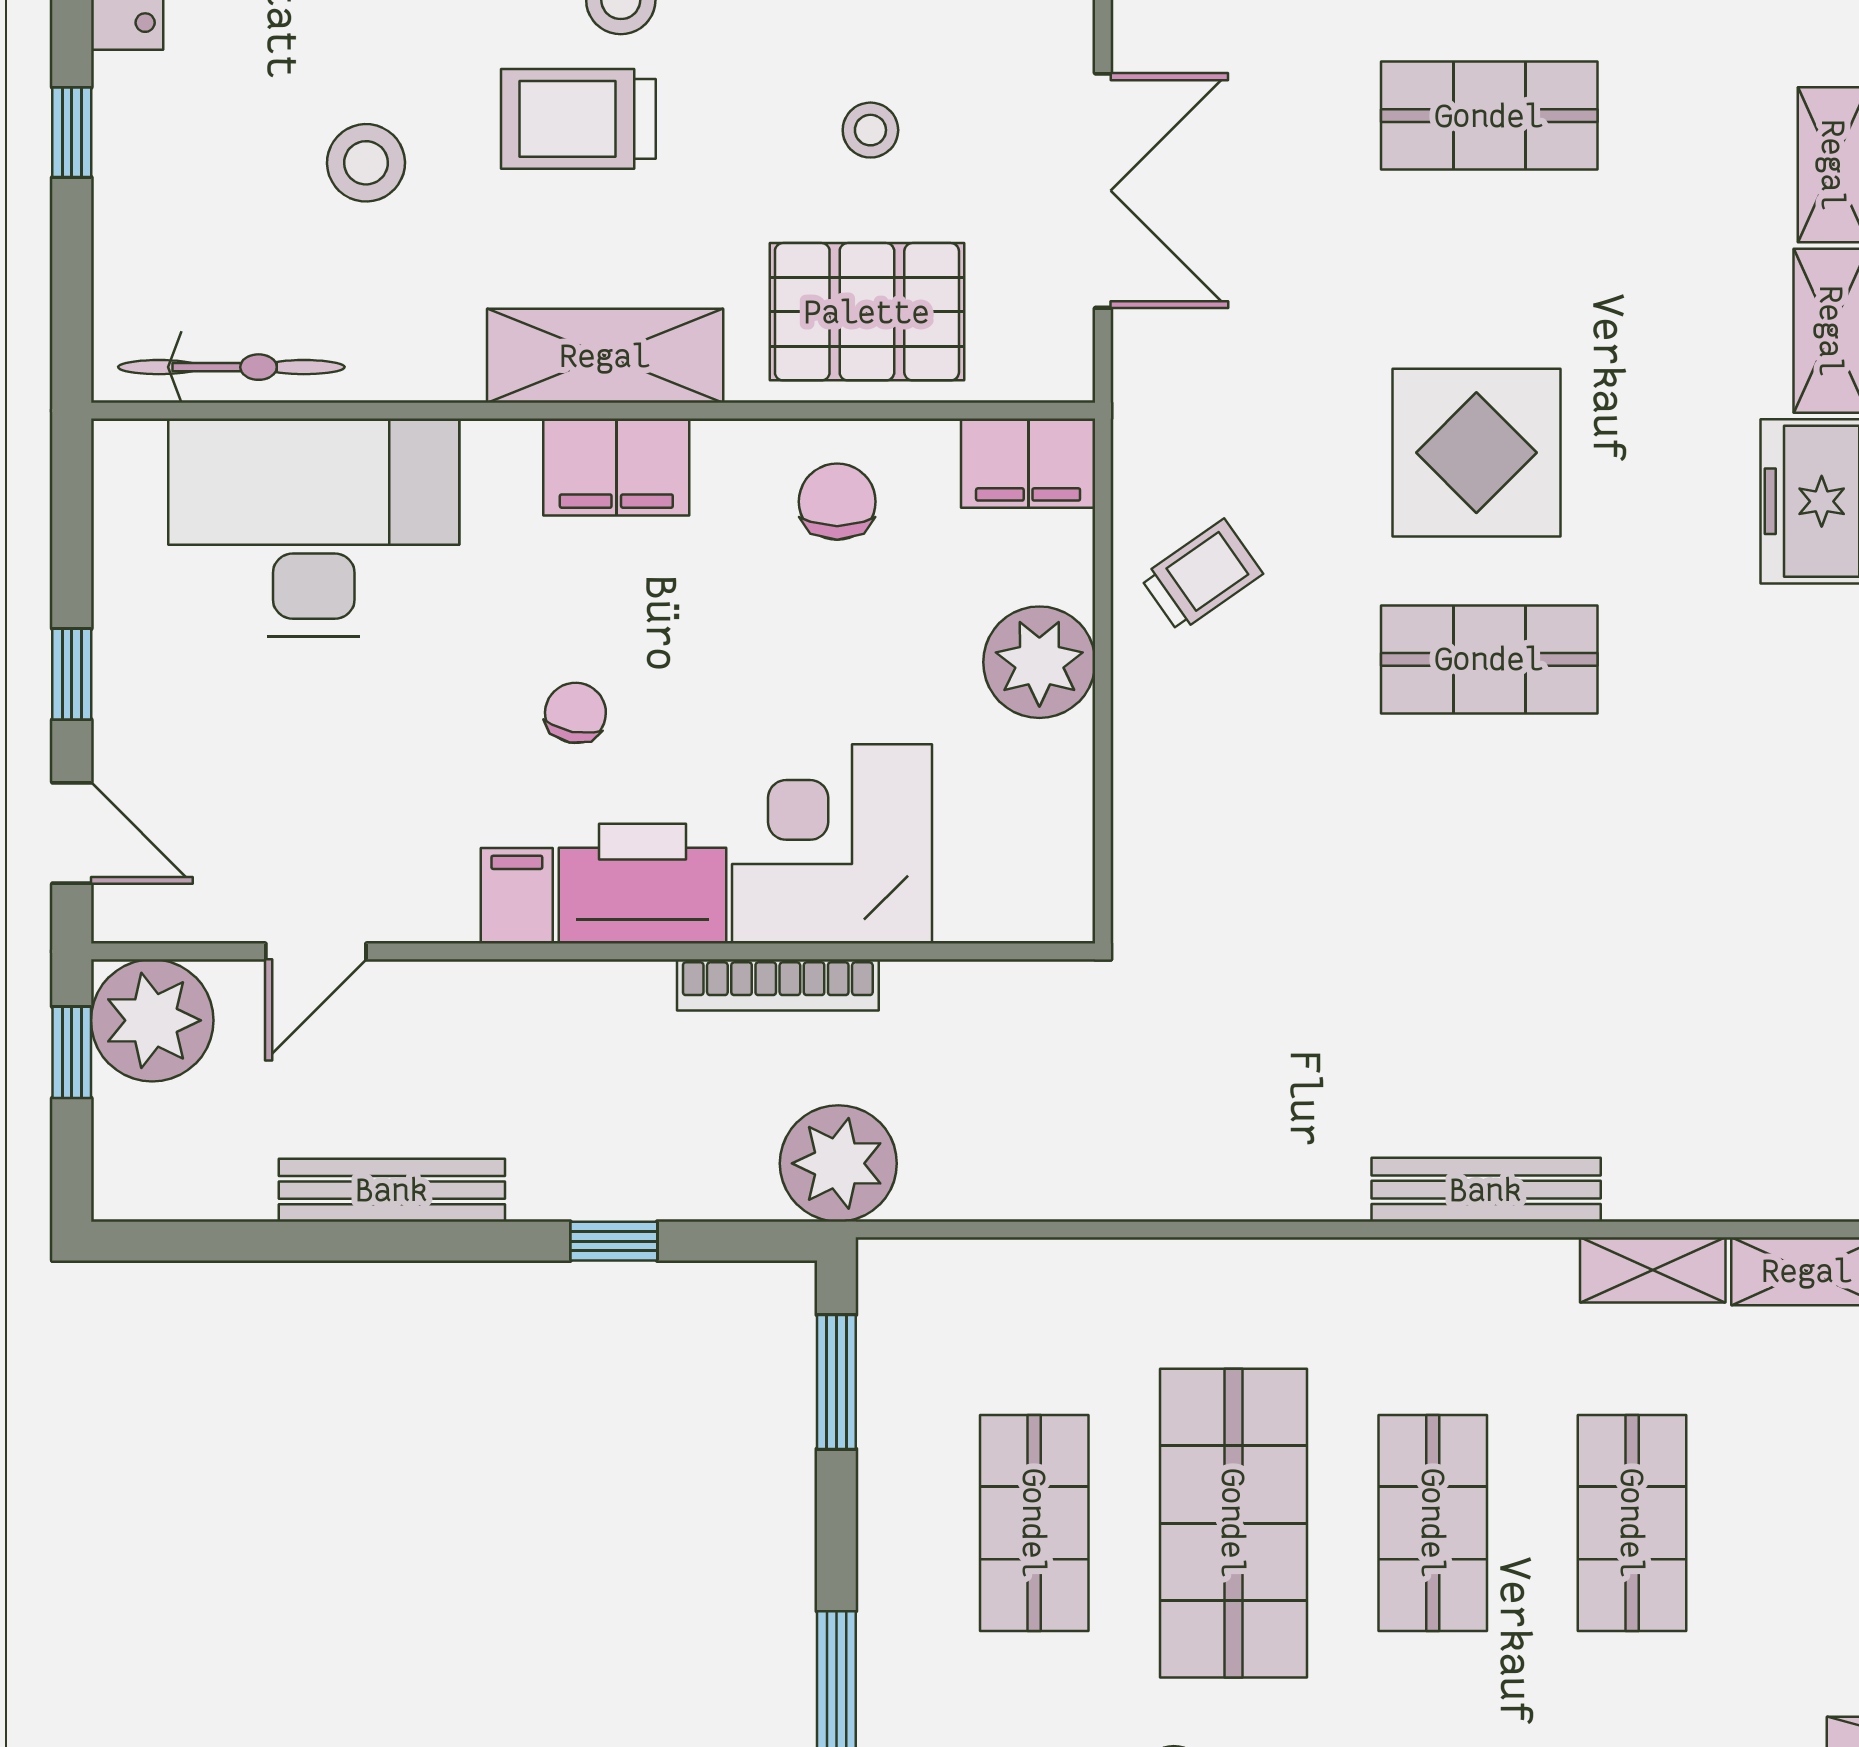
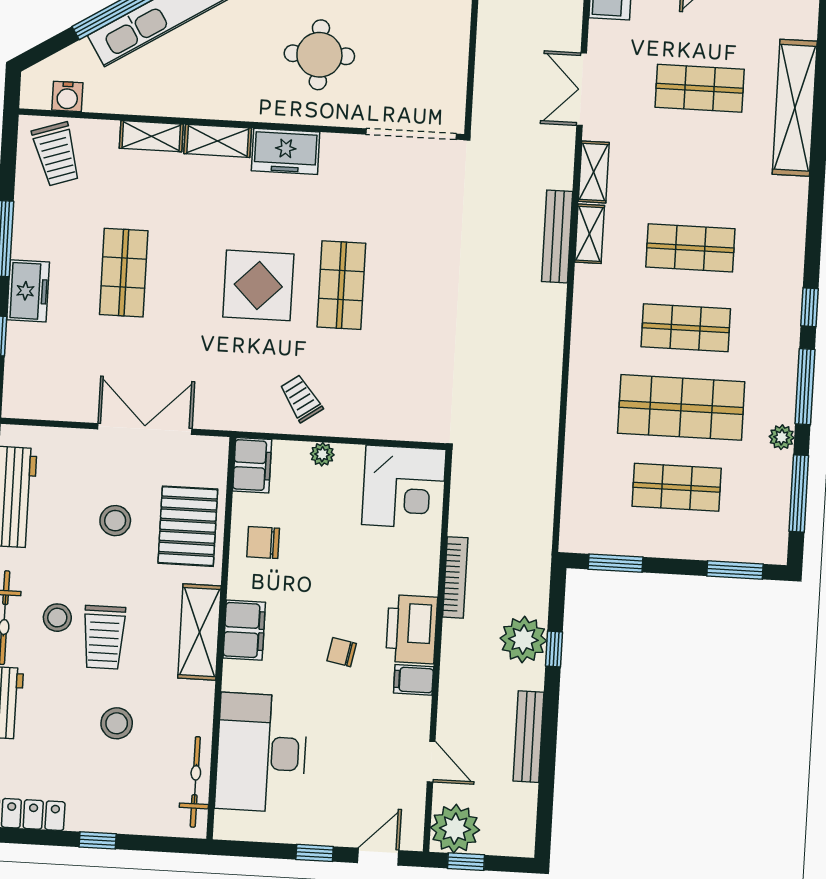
stool: (870, 130) -> (115, 521), width x1.37, depth x1.37
plant: (1039, 662) -> (322, 454), width x0.53, depth x0.53
corner desk: (832, 844) -> (404, 487), moved, turned -90
plant: (838, 1163) -> (523, 639), moved
bench: (1486, 1190) -> (557, 237), moved

